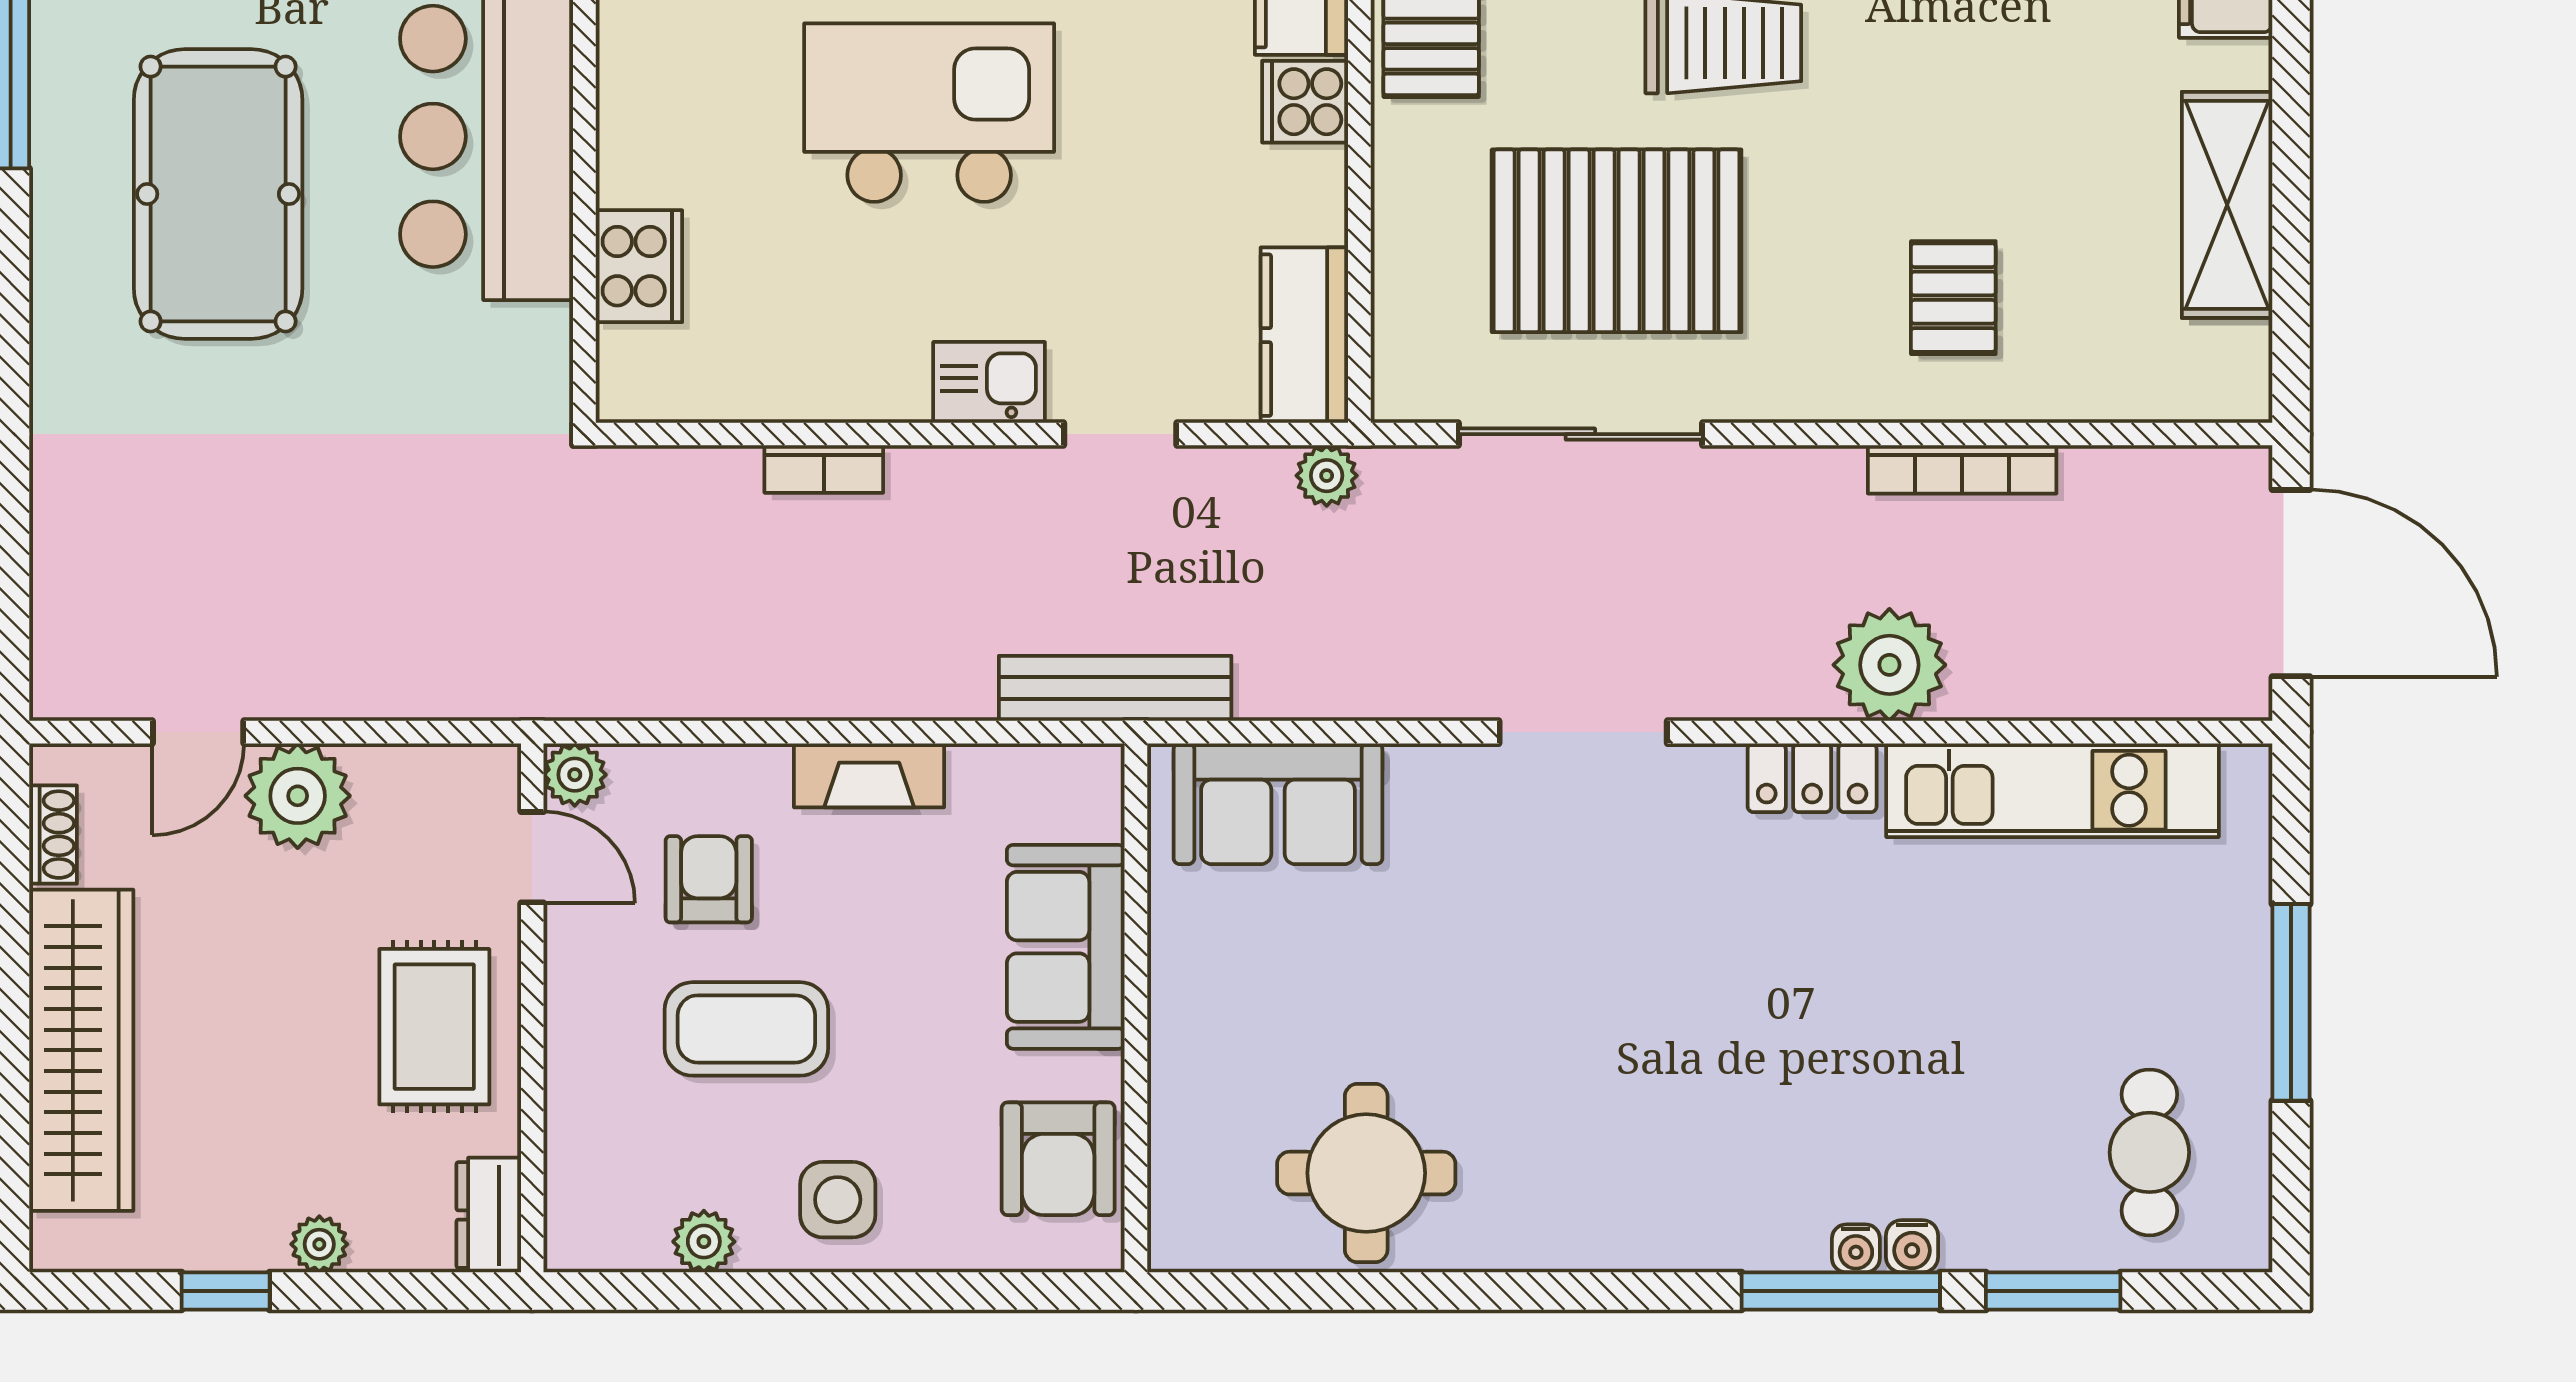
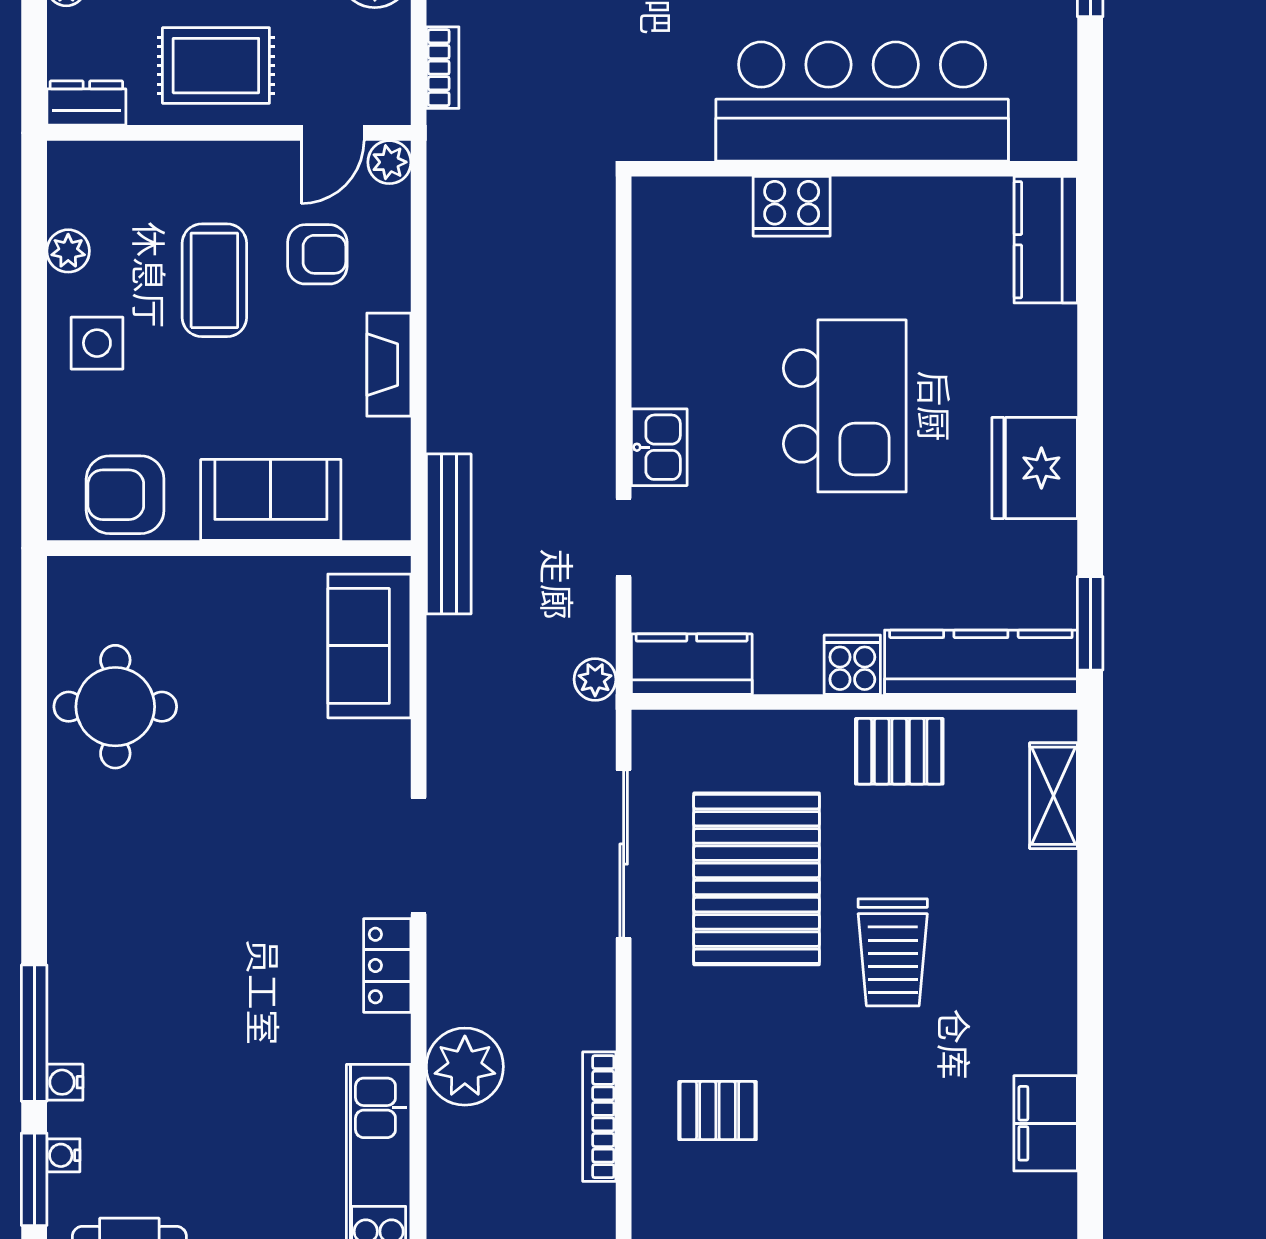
cooker: (639, 266) -> (792, 206), moved
bookcase: (824, 469) -> (443, 68), moved, turned 180
locker: (1812, 778) -> (387, 965), moved
water cooler: (1856, 1248) -> (63, 1155), moved

